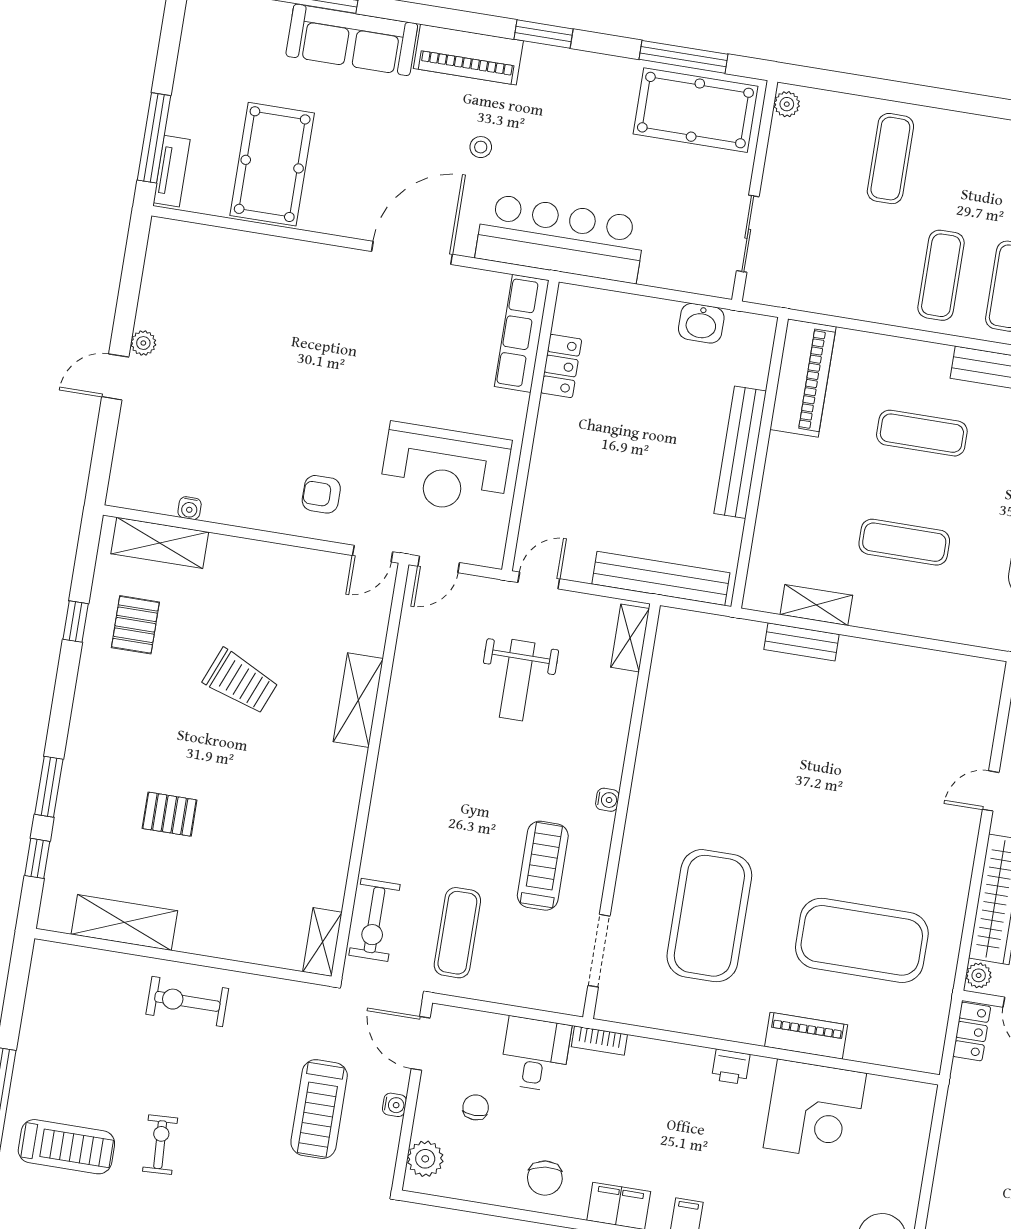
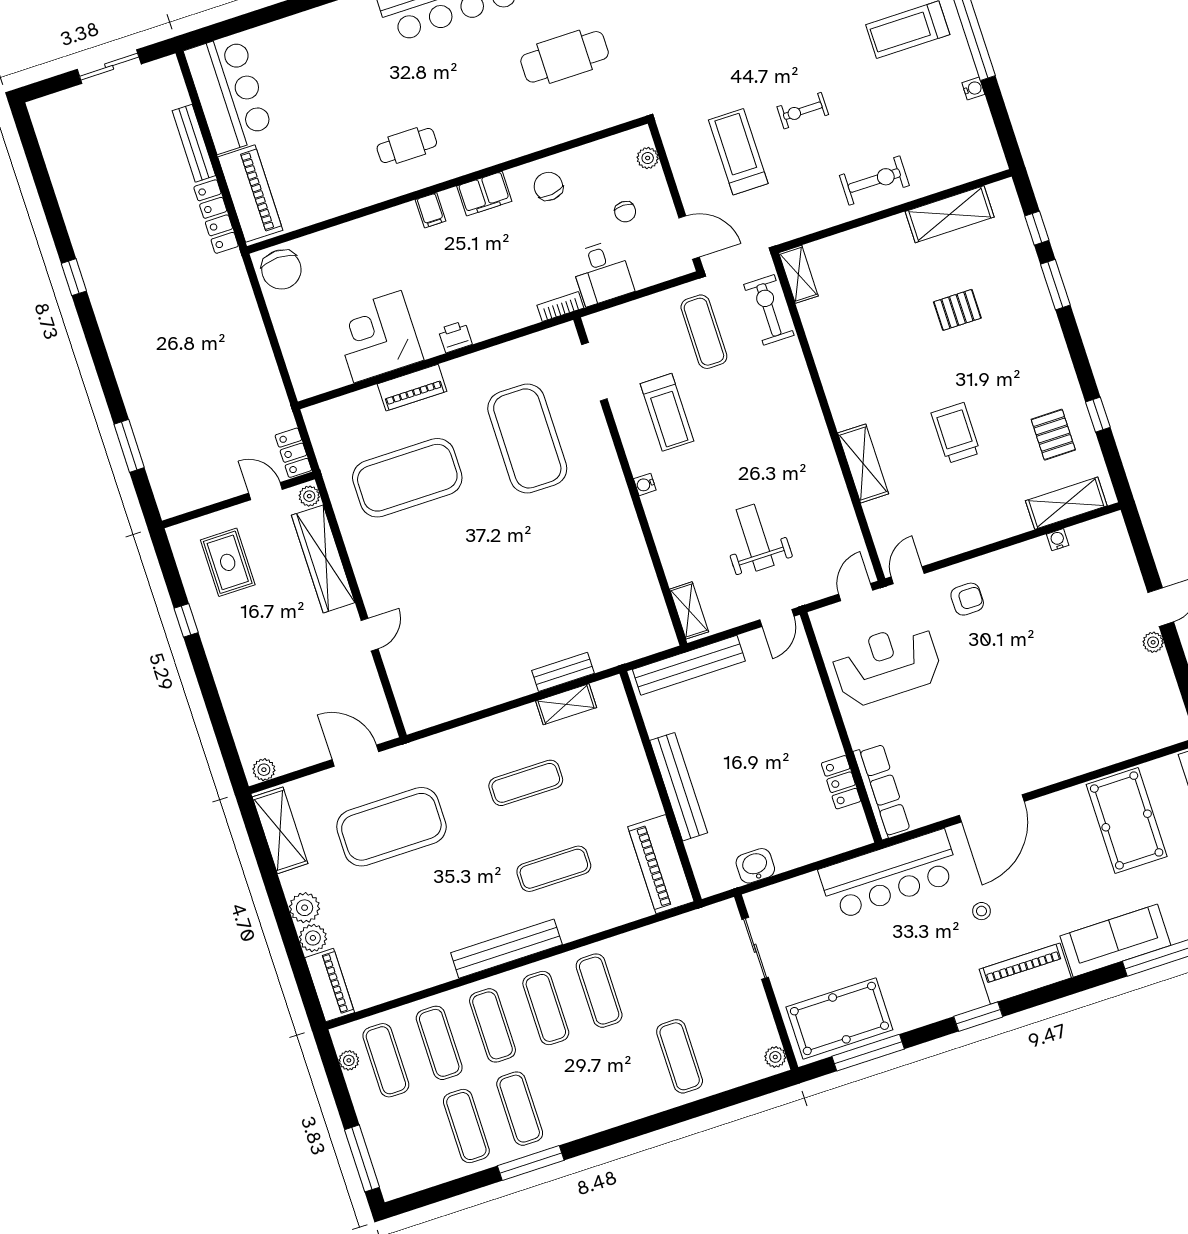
trolley: (240, 681) -> (956, 433), turned 68
water cooler: (394, 1105) -> (973, 88), moved, turned 180
exercise bike: (160, 1145) -> (803, 111), moved, turned 93
plant: (425, 1159) -> (648, 158), width x0.73, depth x0.73

